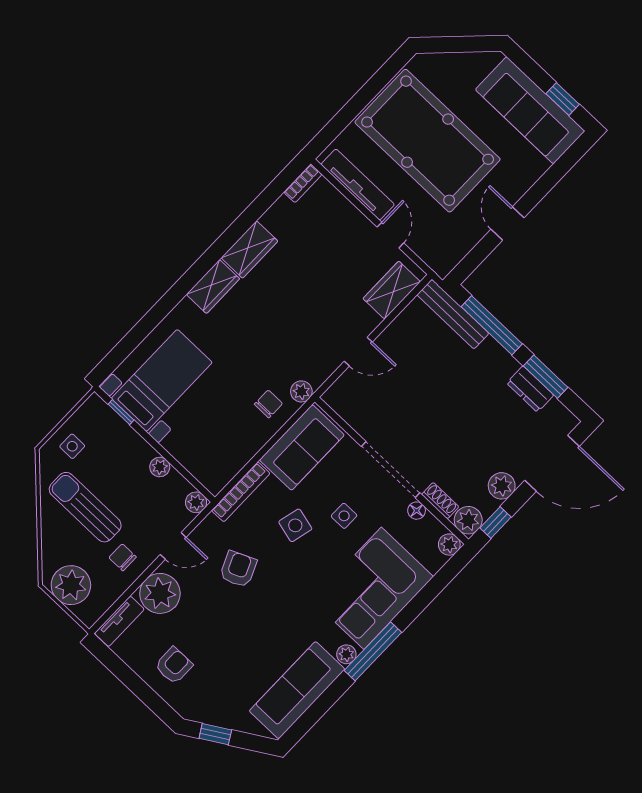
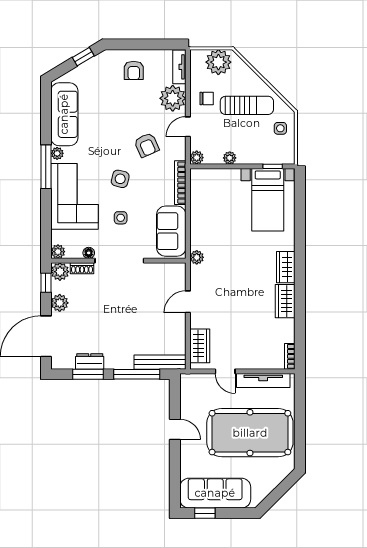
chair: (268, 404) -> (207, 237), removed
side table: (295, 525) -> (120, 179), moved

